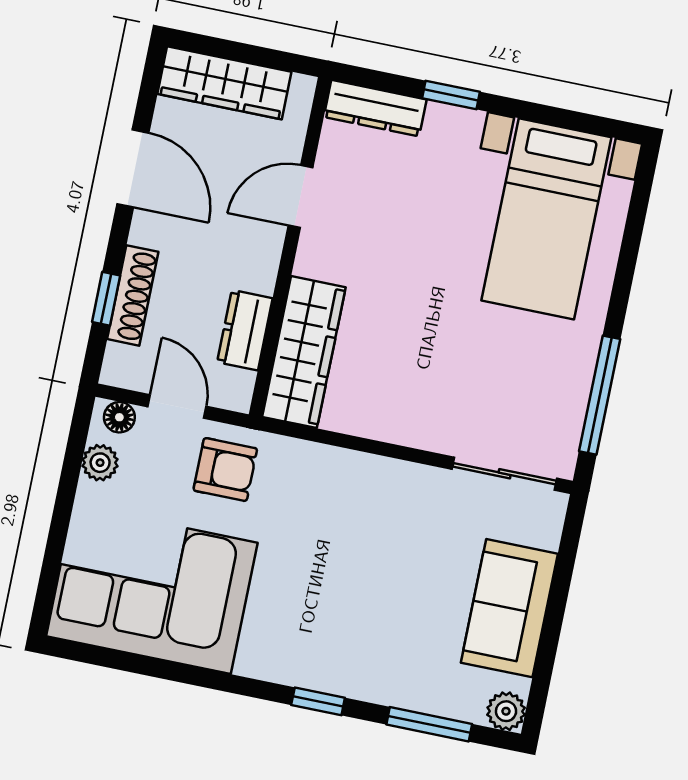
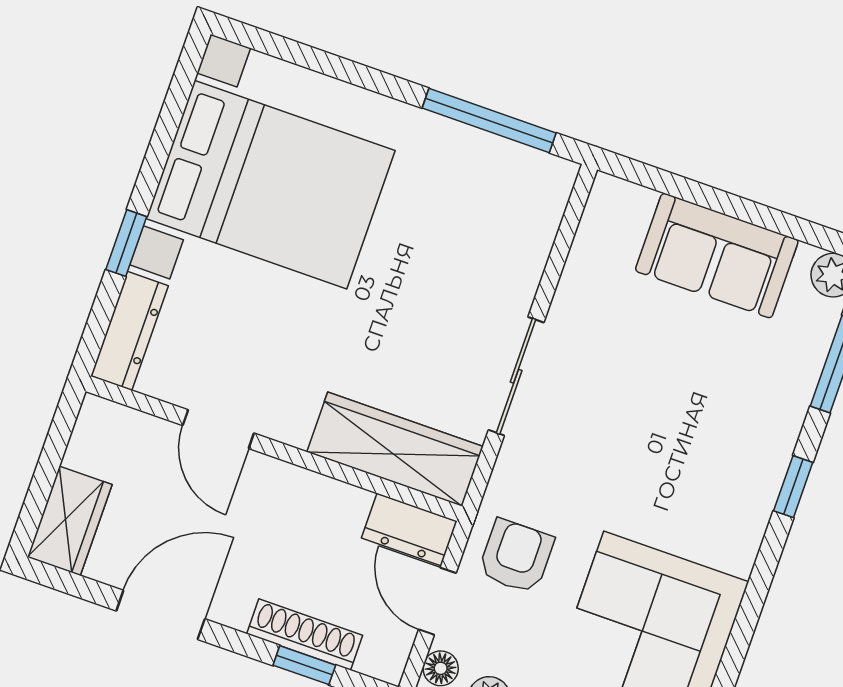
wardrobe: (224, 83) -> (70, 521), width x0.67
bed with nightstands: (546, 219) -> (270, 185), width x1.36
dresser: (245, 330) -> (409, 530), moved
door: (177, 407) -> (437, 601), hinge flipped
sliding door: (505, 474) -> (516, 376), moved

